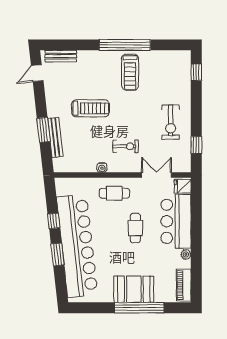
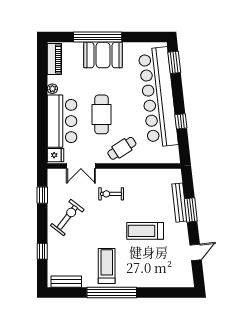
bench: (61, 56) -> (66, 282), moved
window: (196, 72) -> (42, 251), moved
door: (37, 73) -> (196, 252), moved
exercise bike: (171, 122) -> (67, 217), turned 38
water cooler: (102, 167) -> (134, 173), removed
cafe table: (114, 193) -> (122, 148), turned -33
cafe table: (135, 228) -> (102, 114), width x1.37, depth x1.35
window: (57, 254) -> (174, 62), moved

